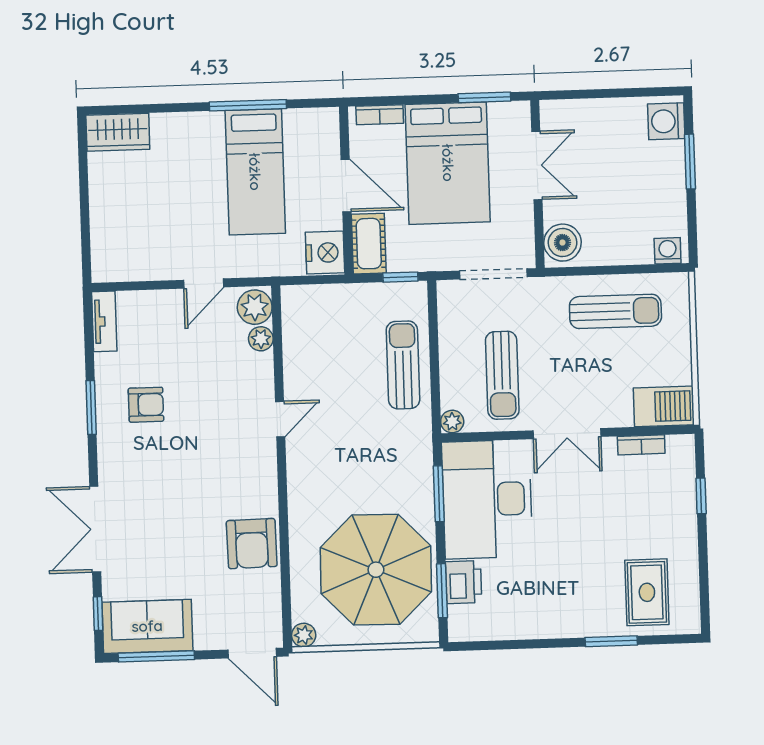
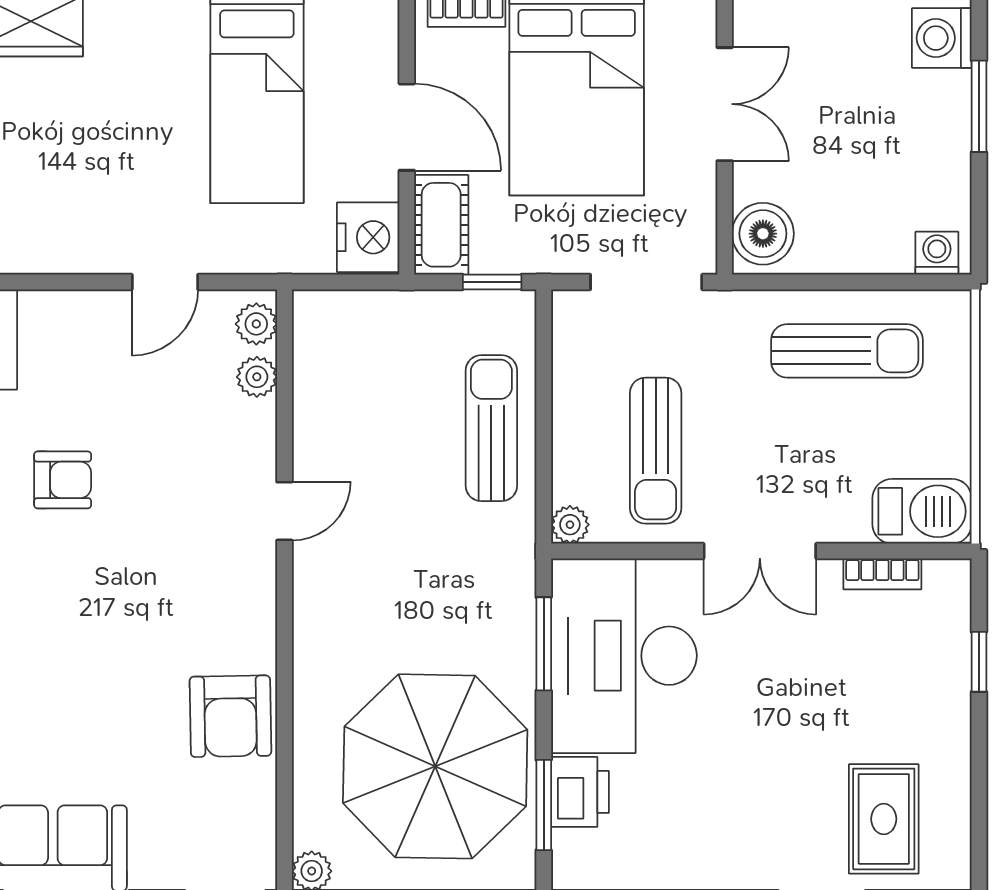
plant: (255, 307) -> (256, 324), width x0.73, depth x0.73

